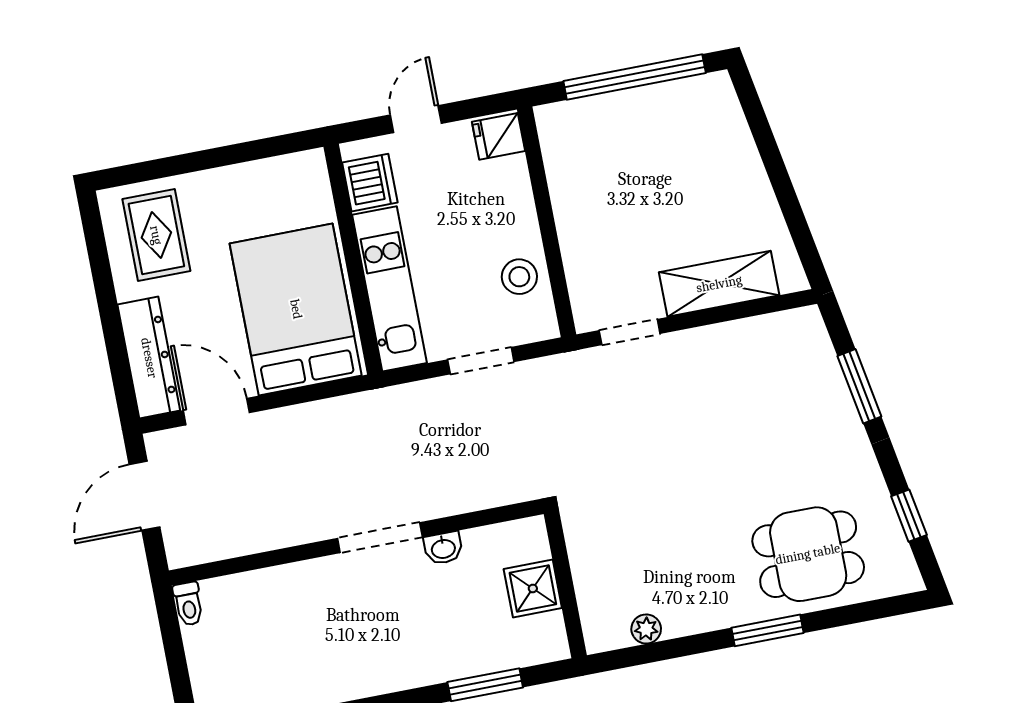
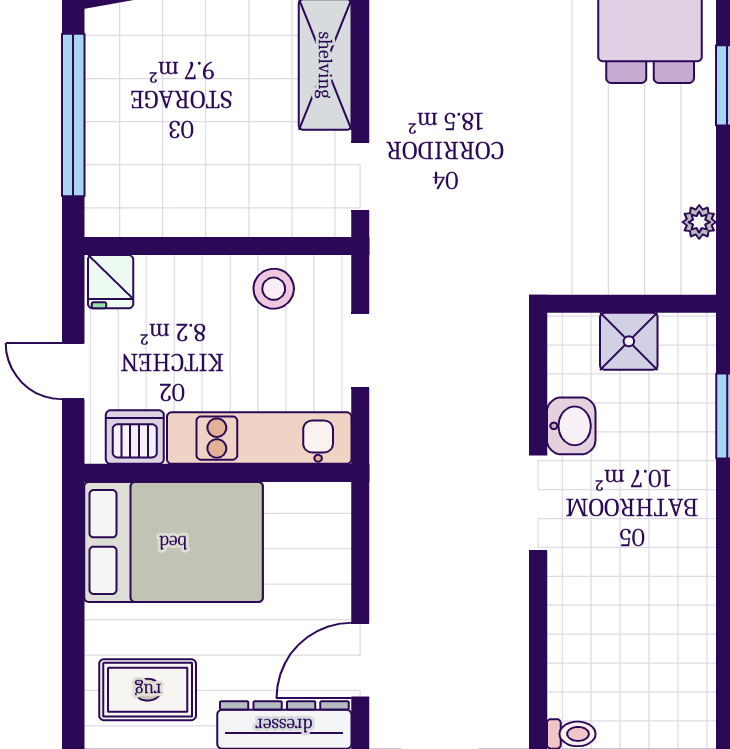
bed: (296, 309) -> (173, 542), moved, turned 180
washbasin: (443, 548) -> (571, 426), width x1.38, depth x1.45

